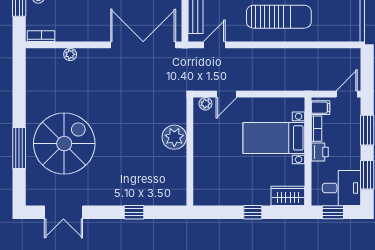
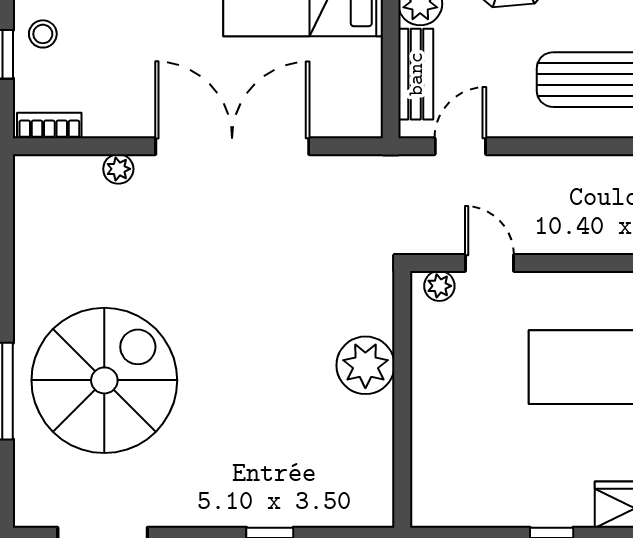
double door: (143, 45) -> (232, 146), moved
door: (227, 94) -> (489, 263), swing flipped

